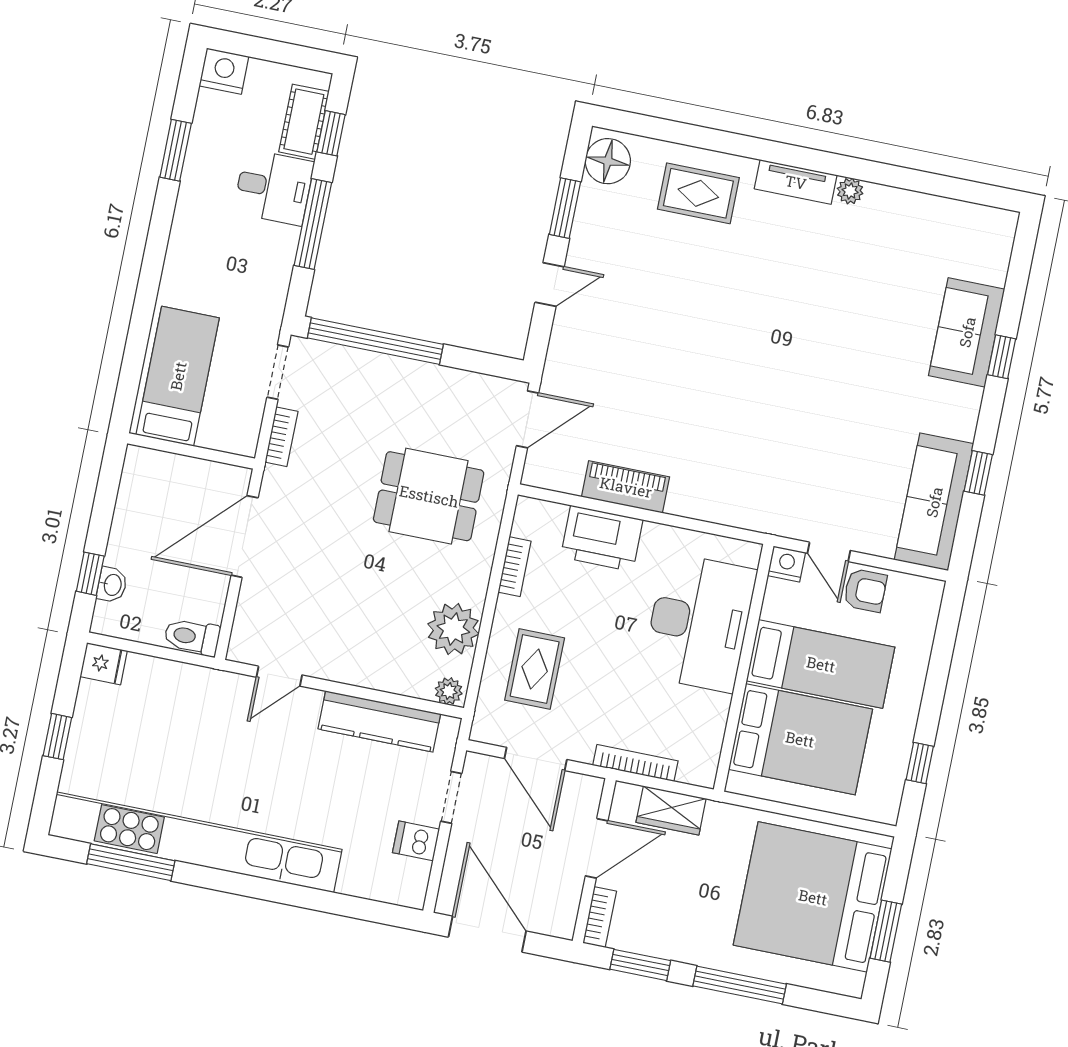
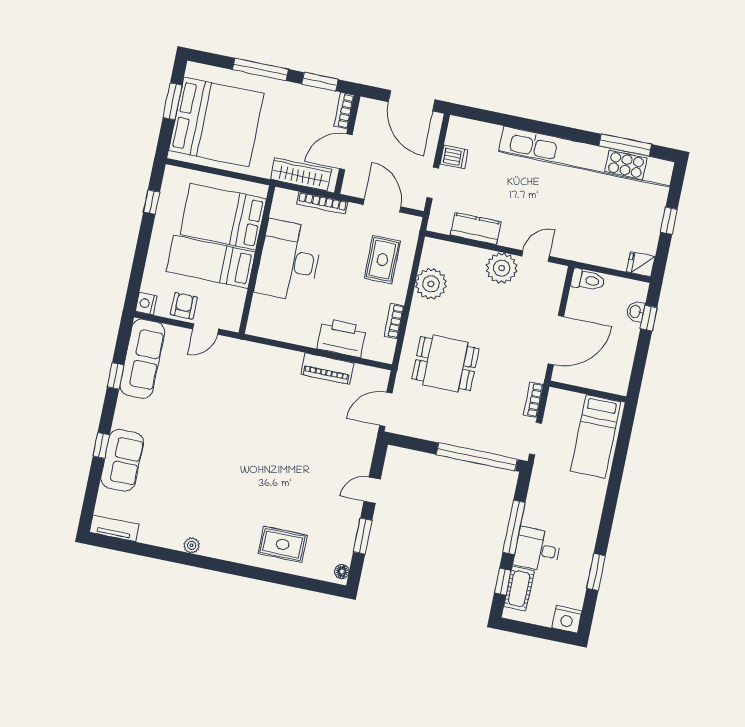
floor lamp: (608, 161) -> (342, 572), width x0.53, depth x0.53
tv unit: (796, 182) -> (114, 528), moved
door: (829, 552) -> (206, 329), swing flipped
nightstand: (787, 564) -> (146, 303), moved, turned 90
armchair: (865, 590) -> (184, 306), turned 90
desk: (699, 623) -> (289, 261), moved
plant: (449, 691) -> (502, 268), moved, width x1.87, depth x1.87
kitchen counter: (379, 721) -> (476, 229), width x0.67
wardrobe: (671, 810) -> (301, 174), width x1.50

